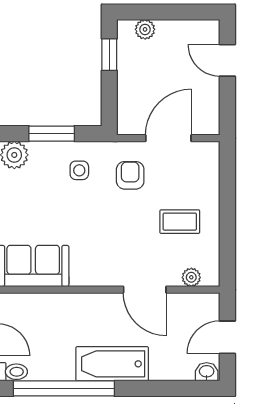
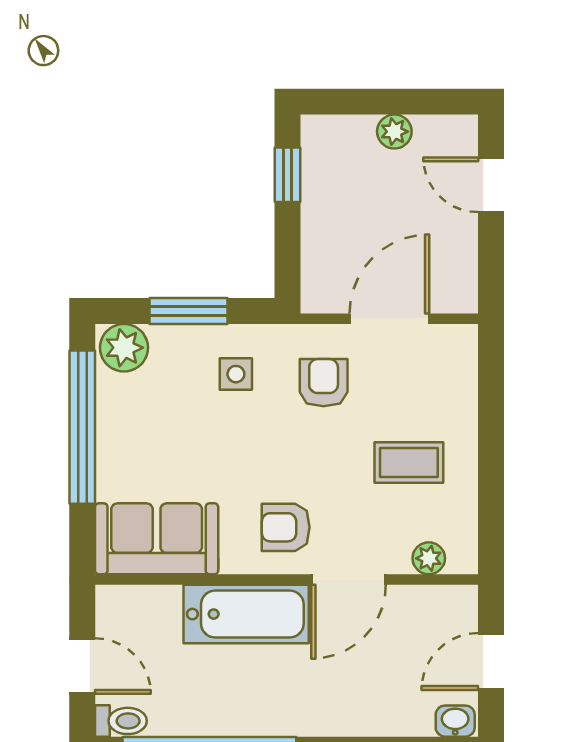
plant: (145, 29) -> (394, 132), moved
armchair: (108, 259) -> (286, 527), added
door: (145, 290) -> (349, 579), hinge flipped
bathtub: (112, 364) -> (246, 614), moved, turned 180

